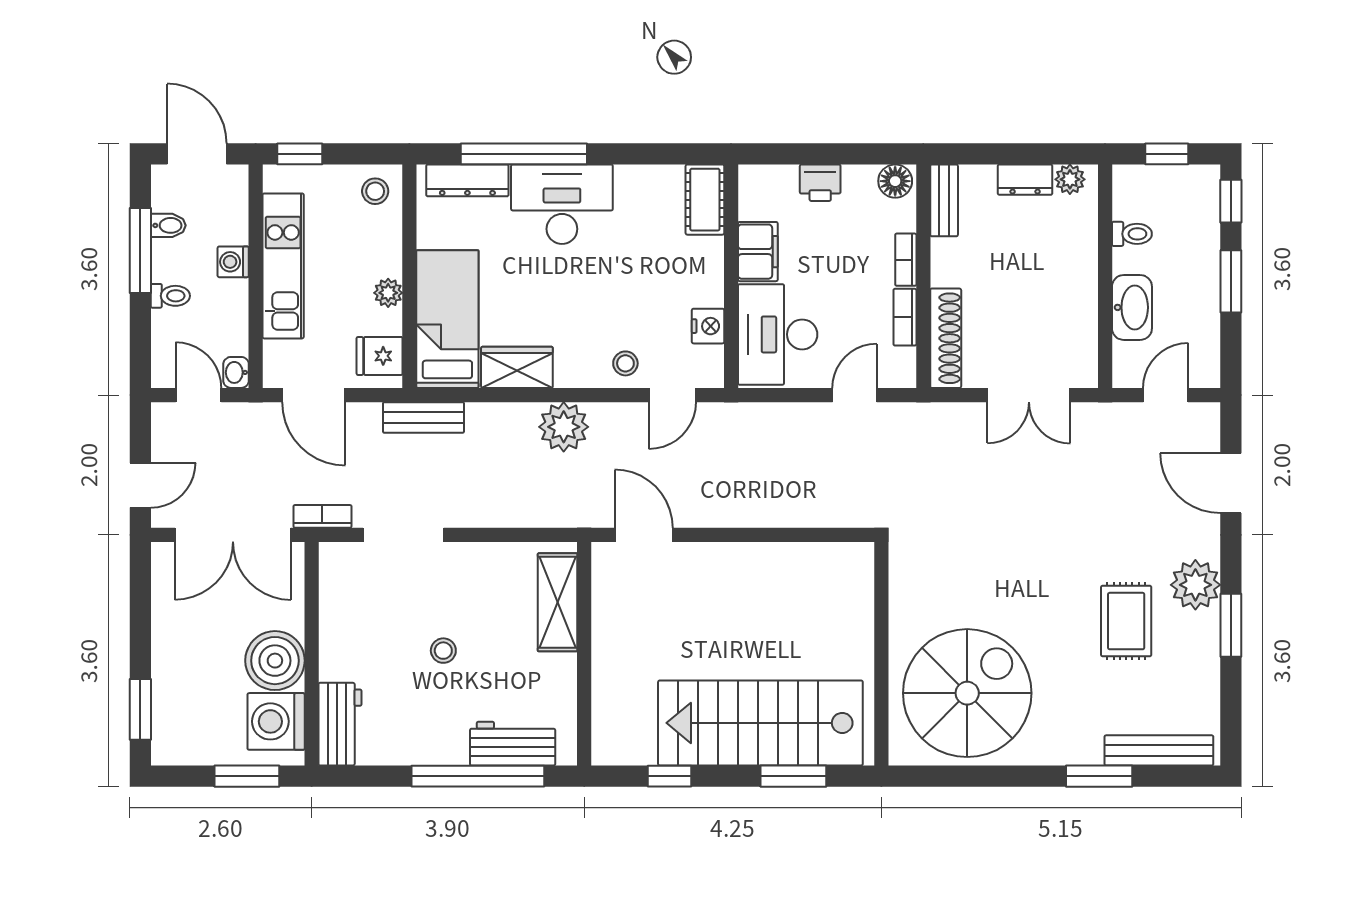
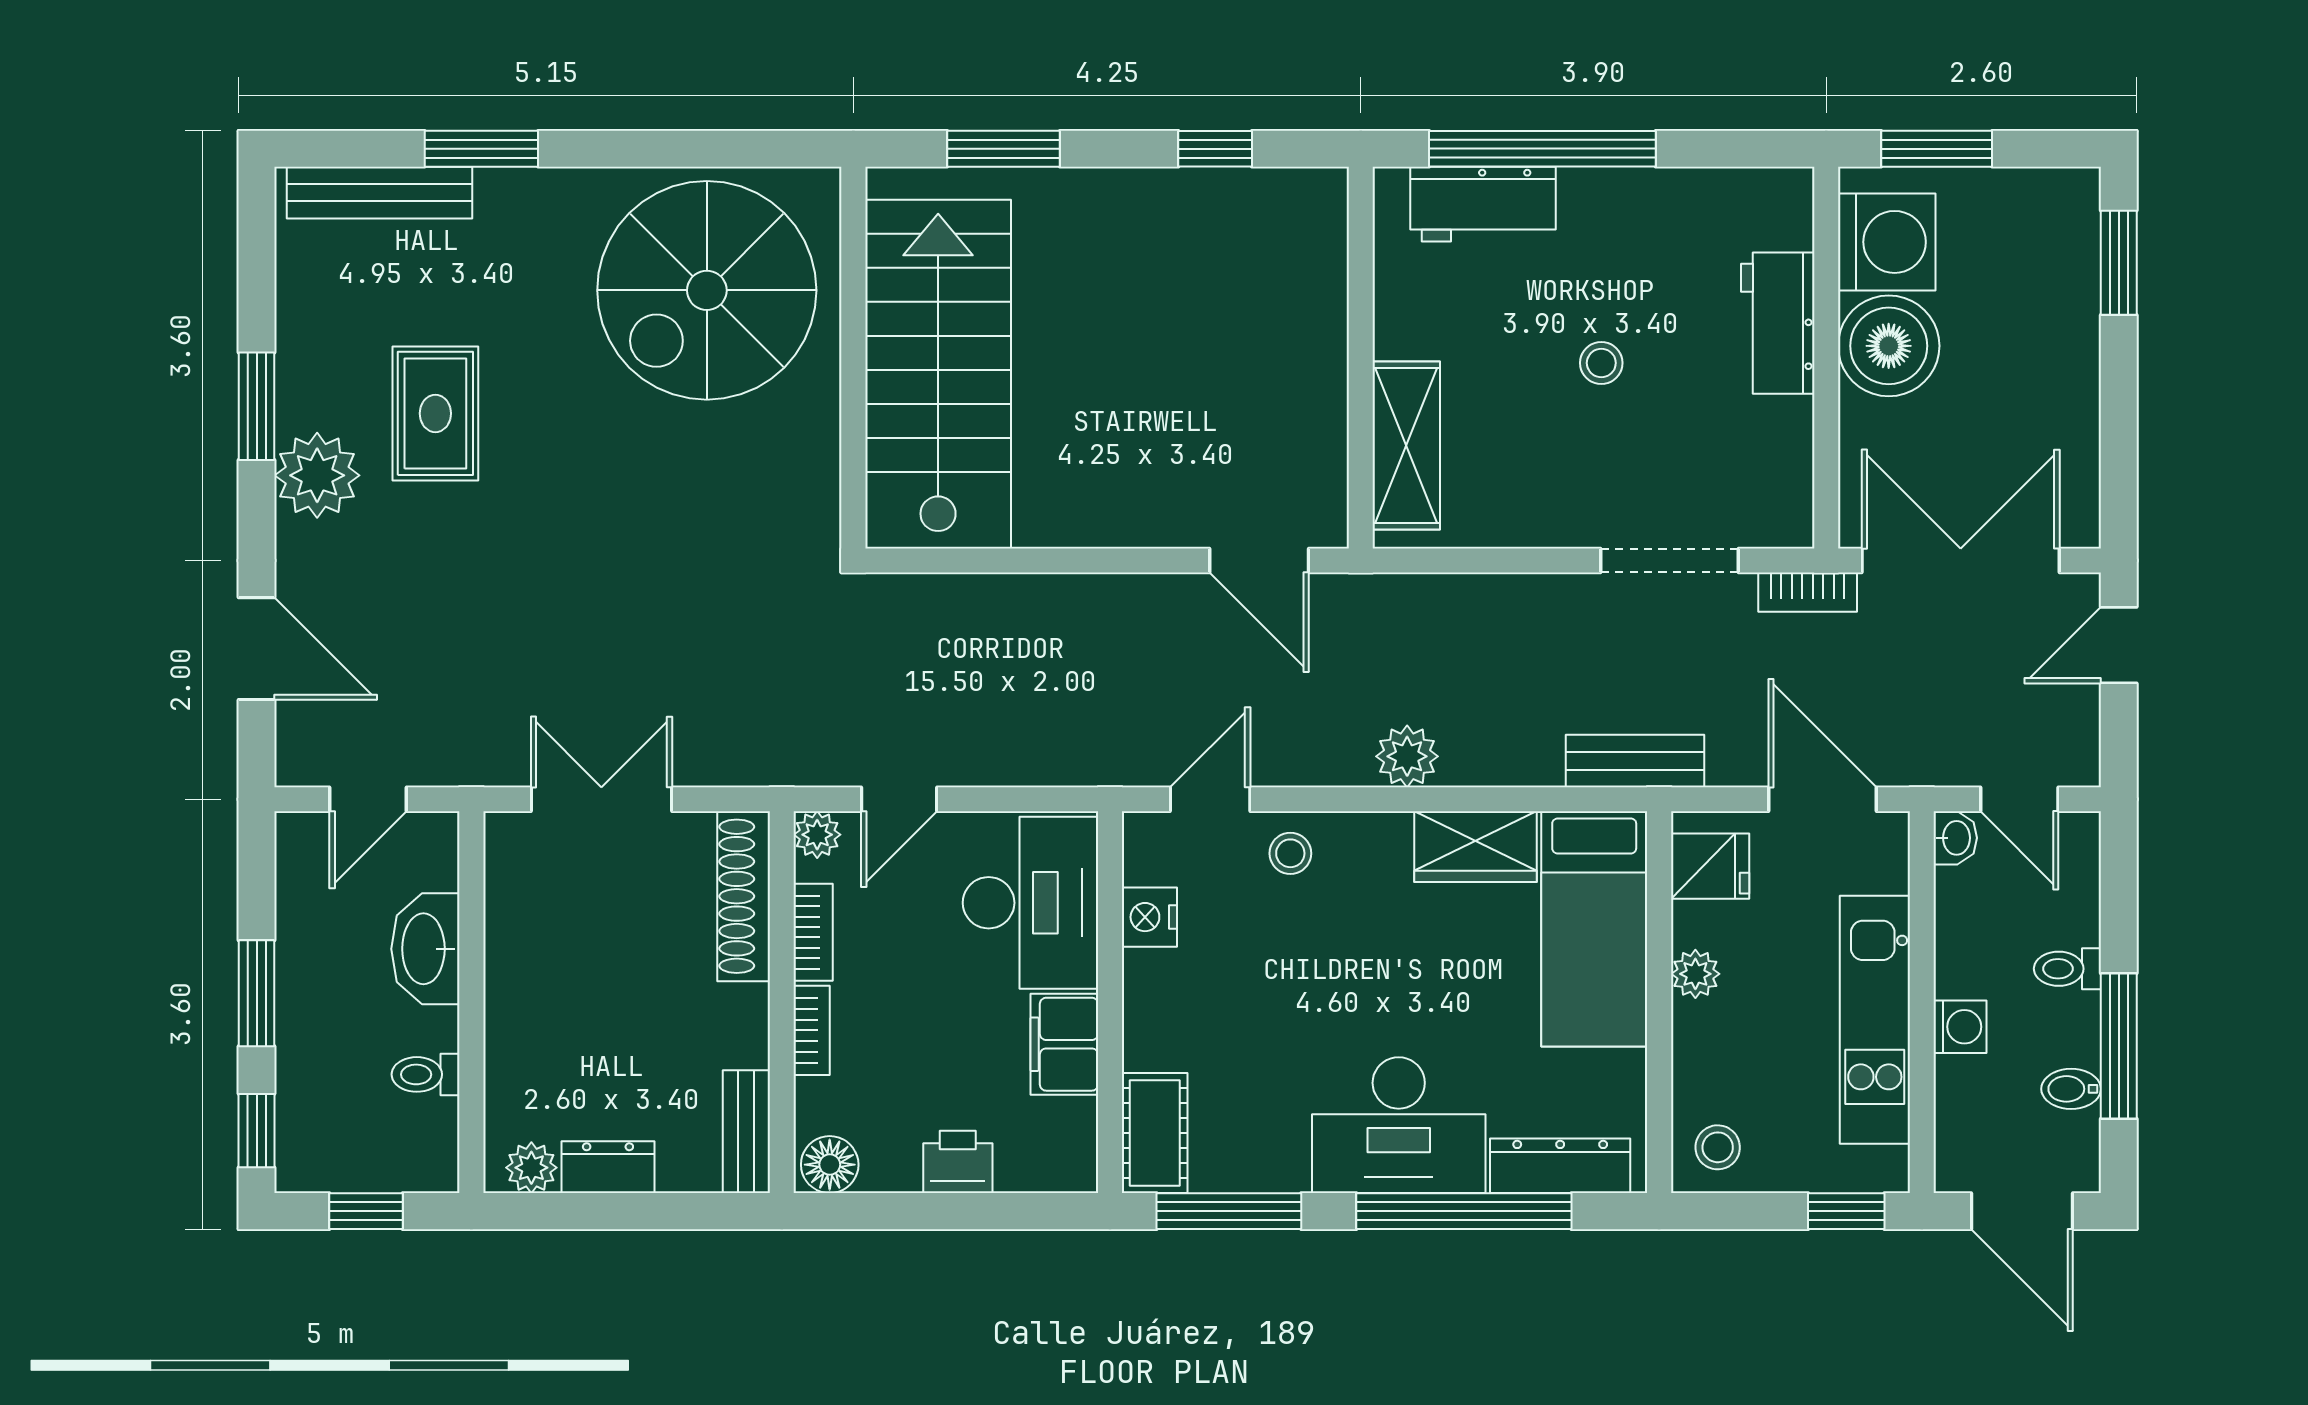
window: (661, 154) -> (1229, 1211), added
plant: (903, 374) -> (817, 835), added
plant: (564, 427) -> (1407, 756), width x0.73, depth x0.73
stairs: (760, 723) -> (938, 374), moved, turned -90
workbench: (340, 724) -> (1778, 323), moved

